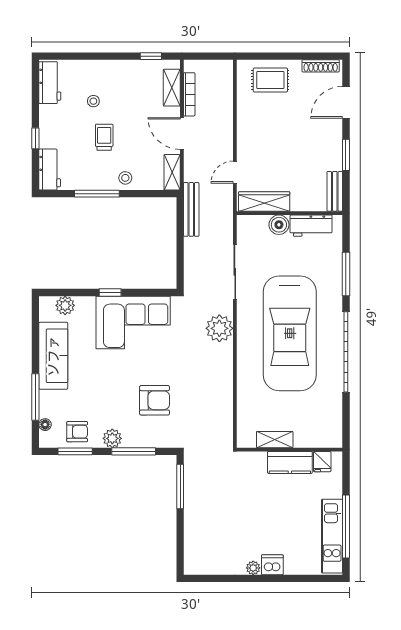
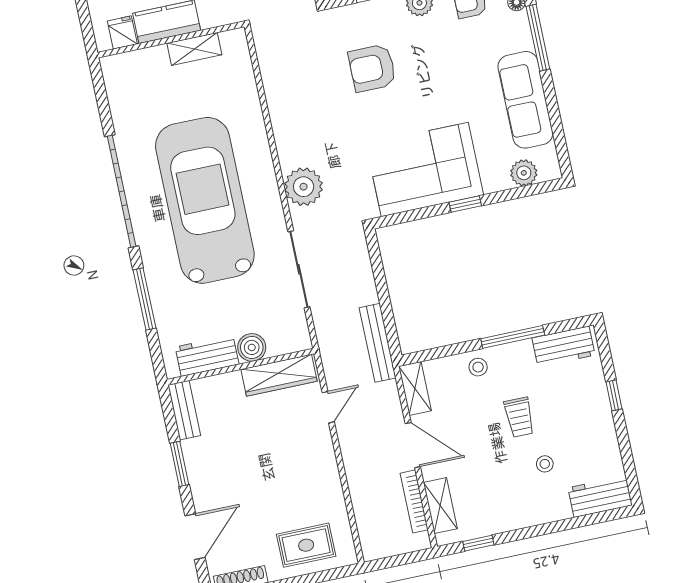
workbench: (50, 83) -> (600, 496), moved, turned 90
workbench: (50, 170) -> (563, 347), moved, turned -90

